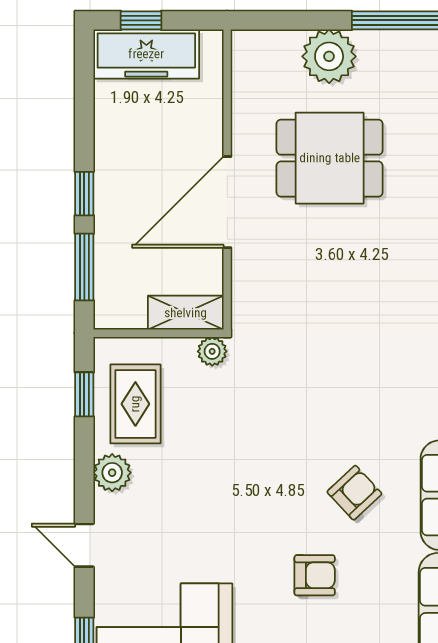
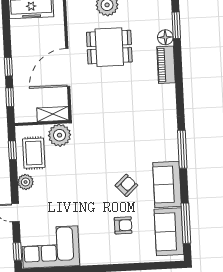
window: (84, 267) -> (10, 97), width x0.67
plant: (212, 351) -> (60, 135), width x1.88, depth x1.88
armchair: (315, 575) -> (123, 225), moved

